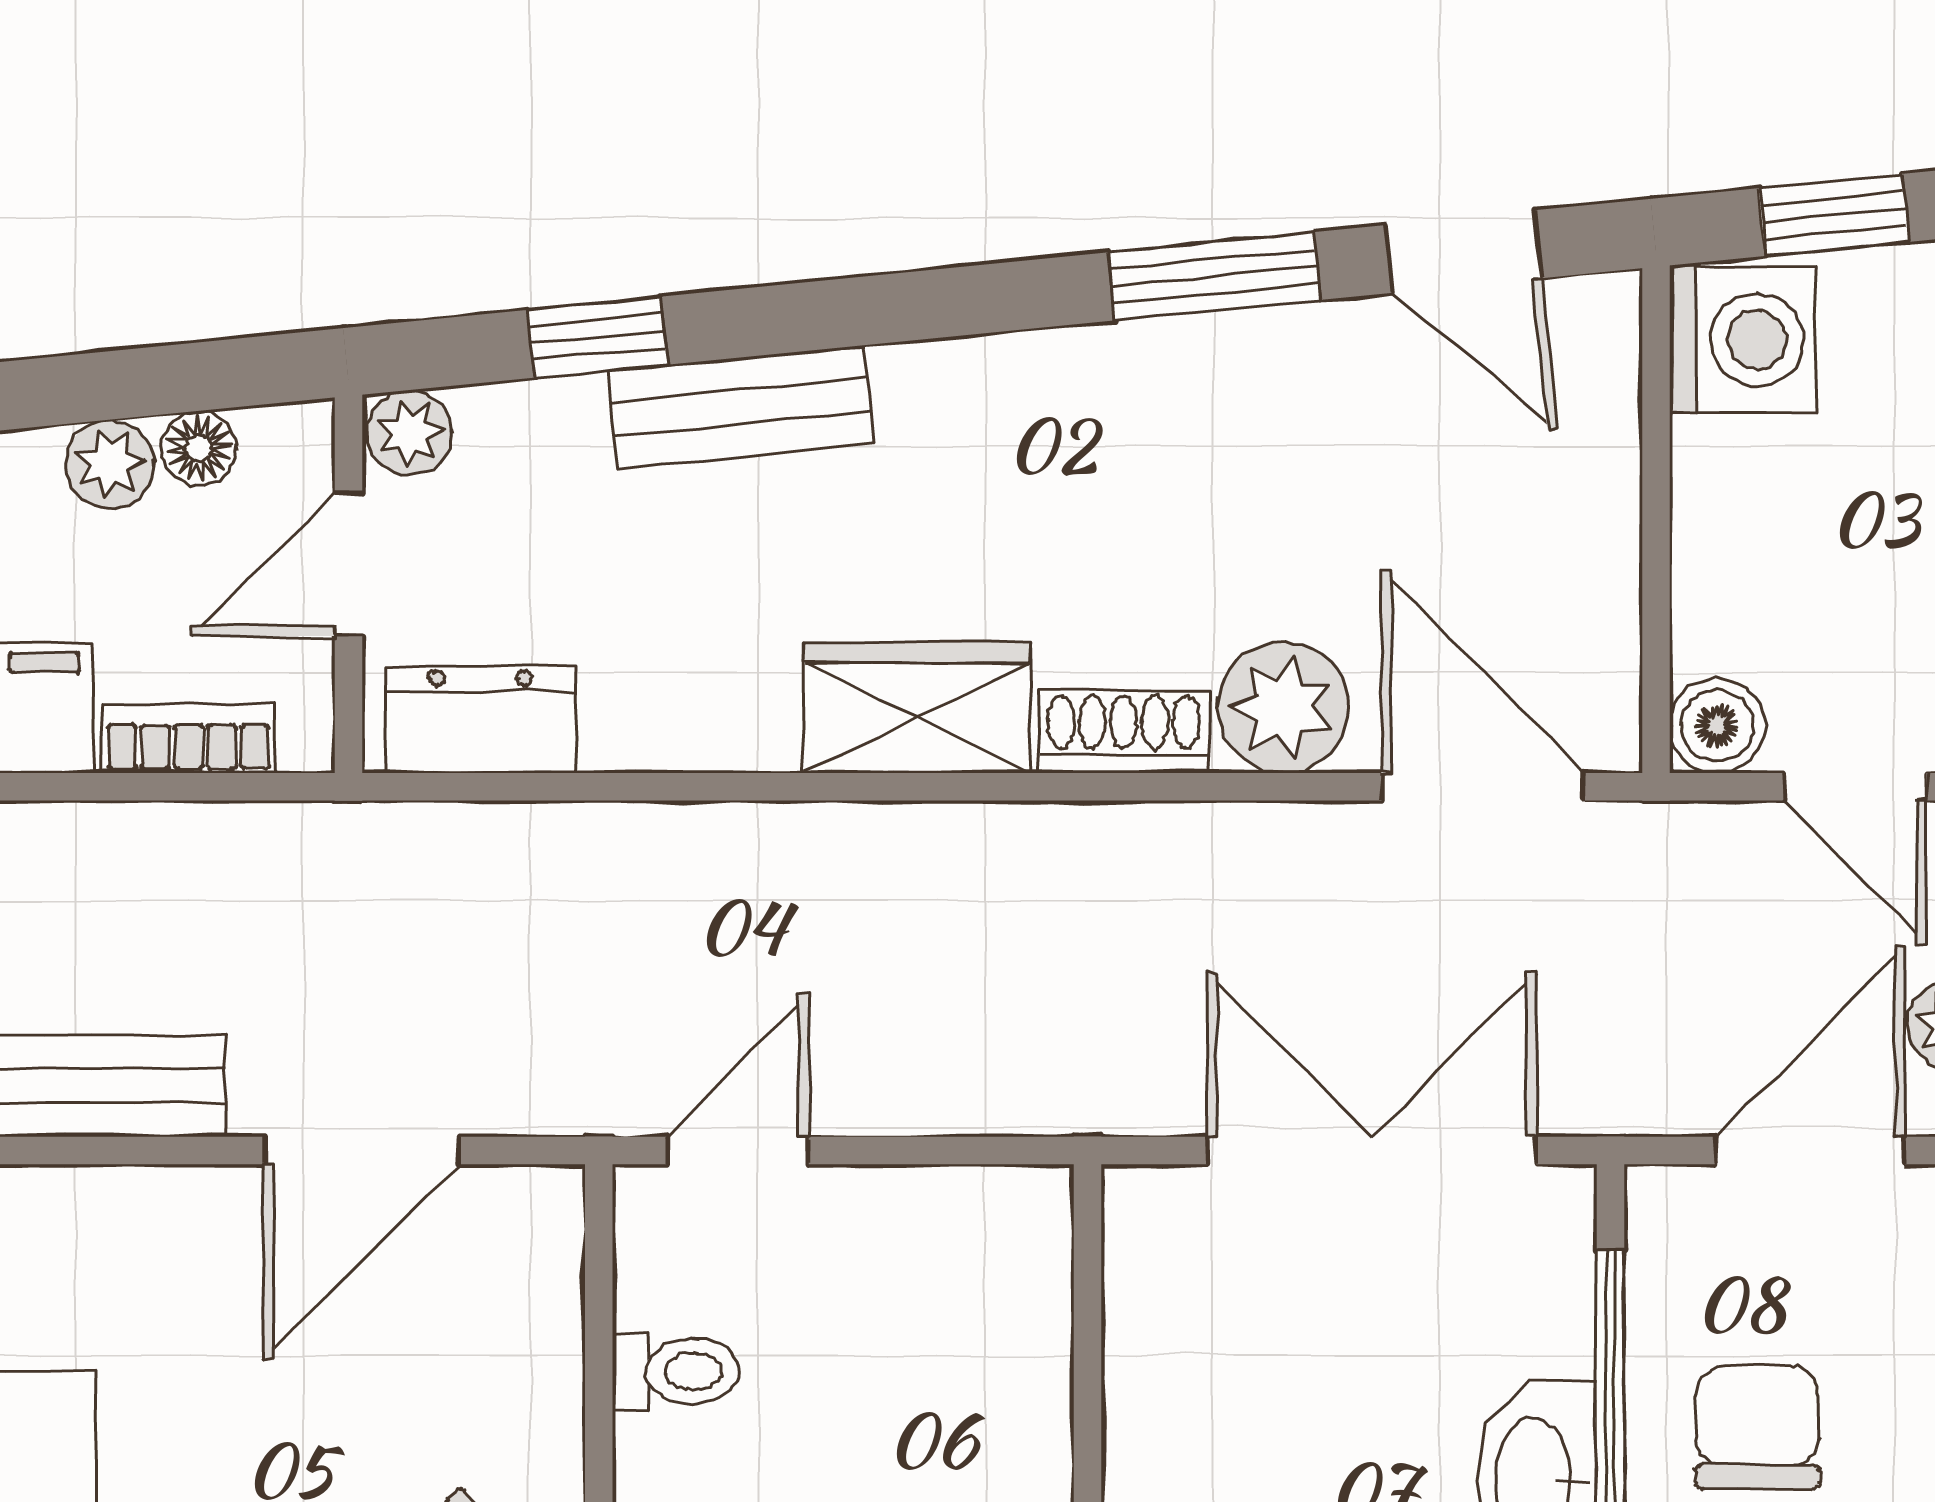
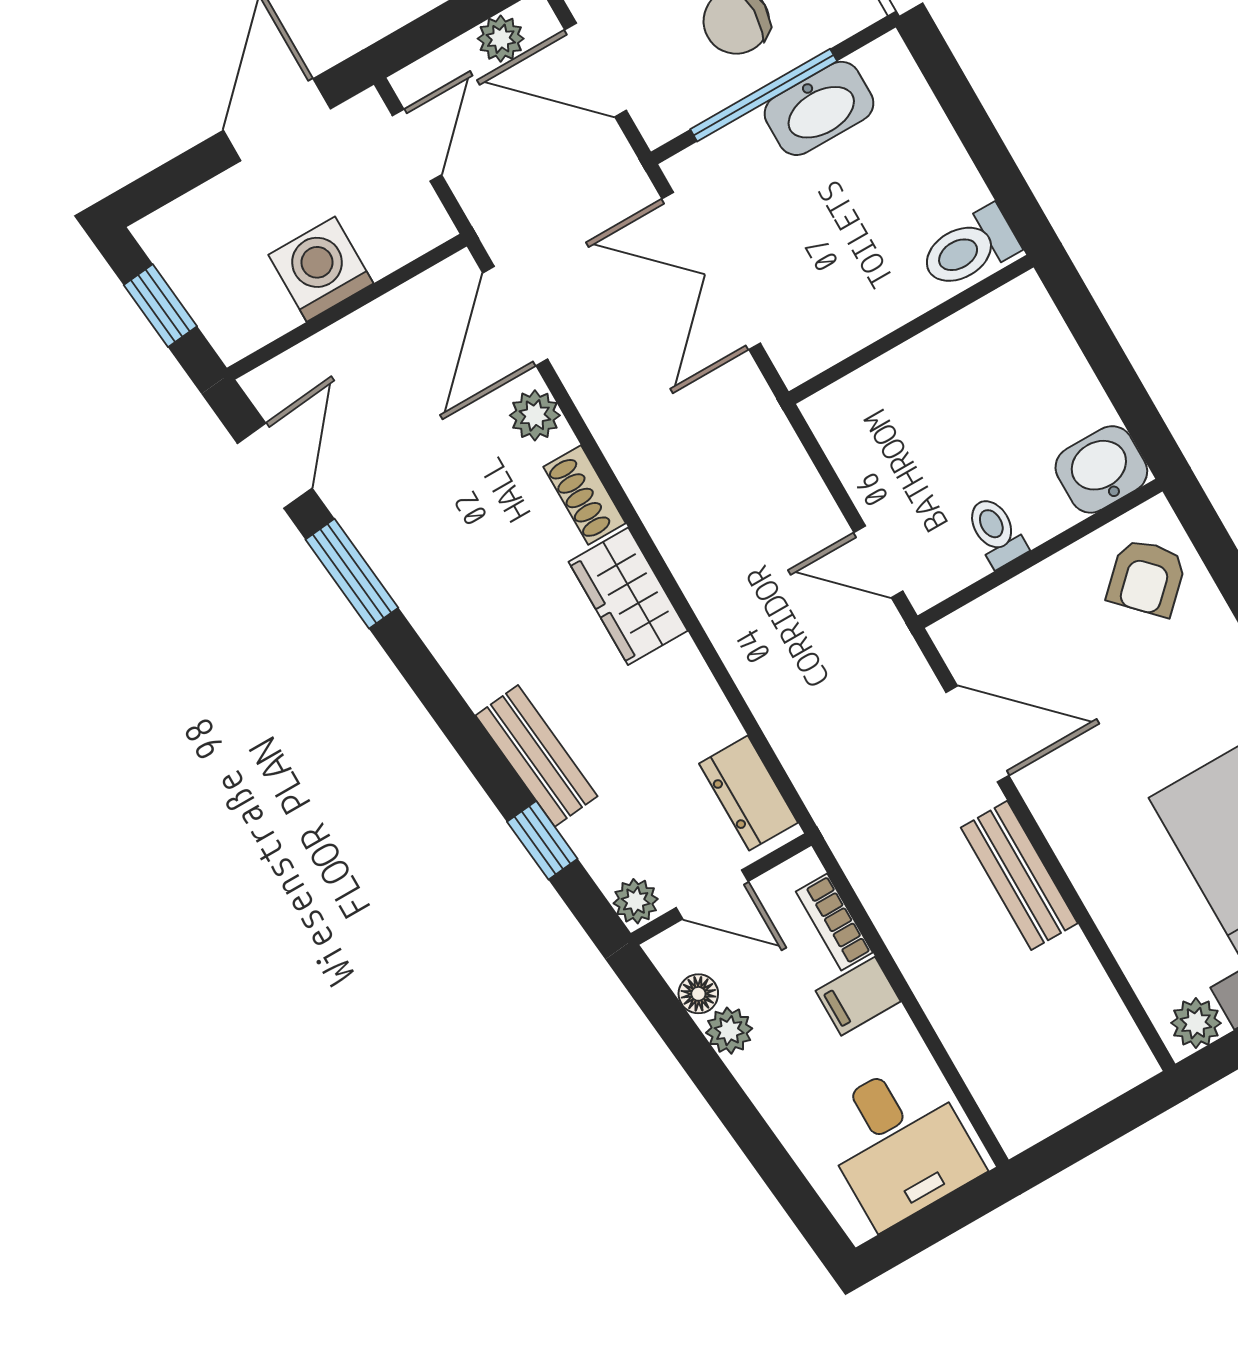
washing machine: (1743, 340) -> (321, 269), moved
plant: (1283, 708) -> (535, 415), width x0.73, depth x0.73
boiler: (1717, 726) -> (425, 225), removed

